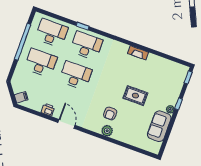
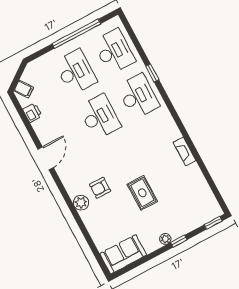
printer: (48, 110) -> (32, 113), moved
sofa: (159, 126) -> (123, 254), moved

